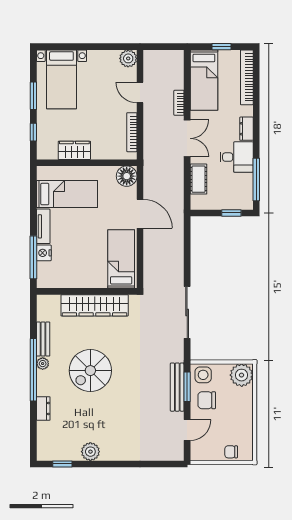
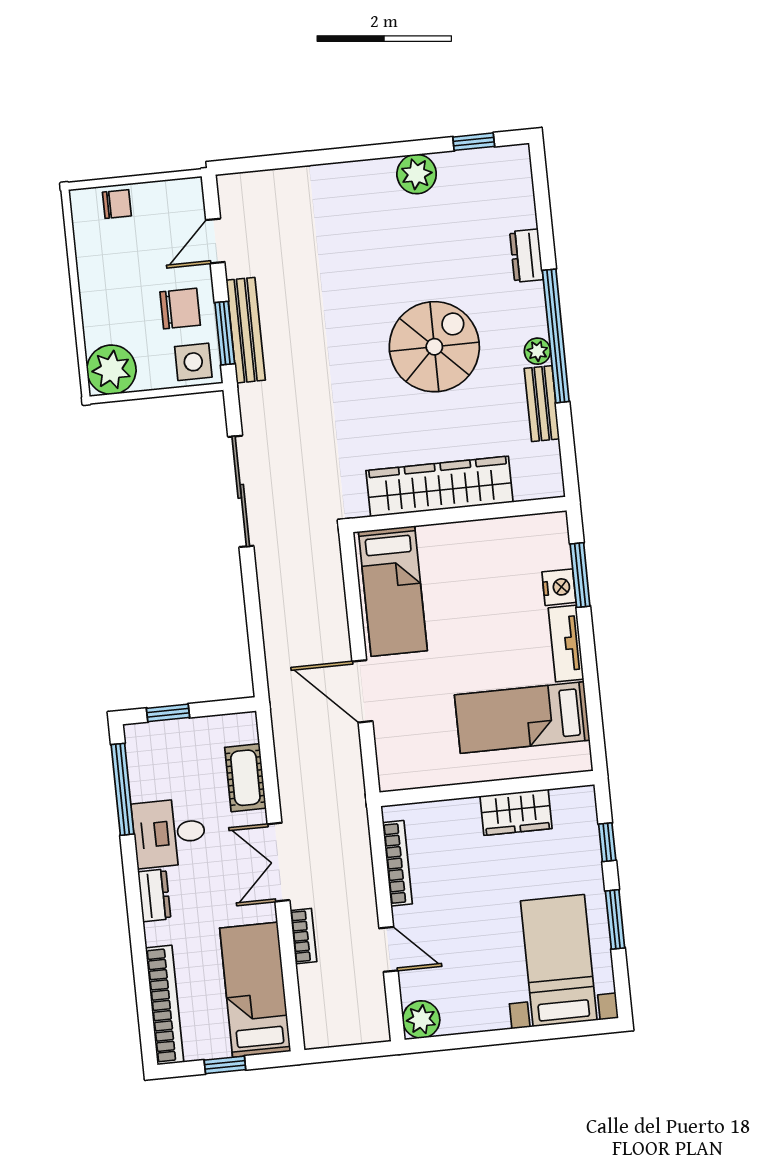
floor lamp: (127, 176) -> (399, 769), removed
window: (33, 257) -> (580, 575), width x0.69

